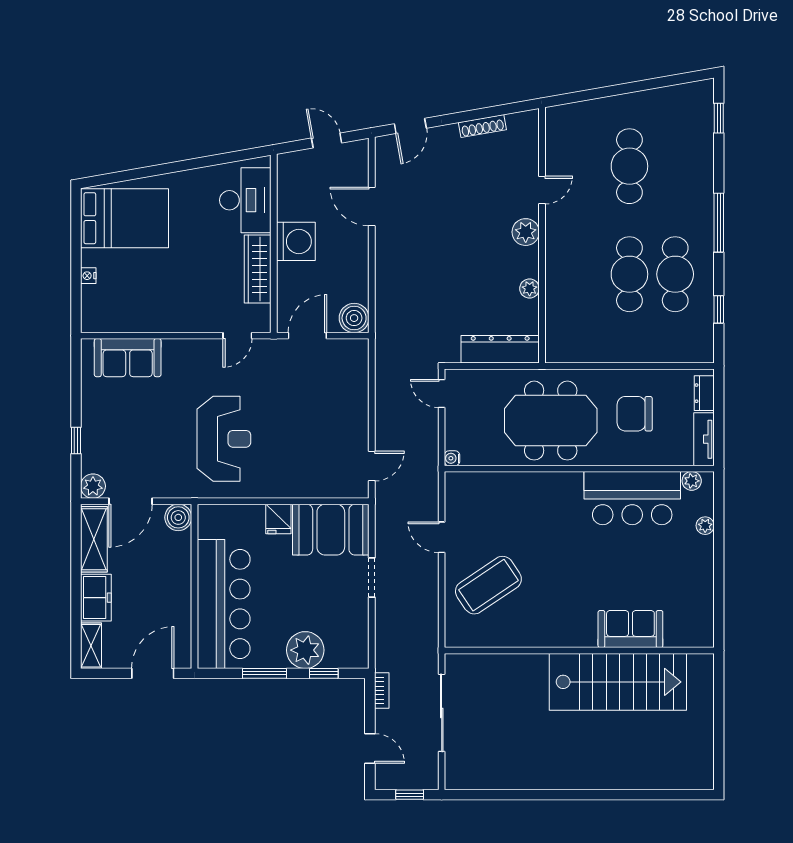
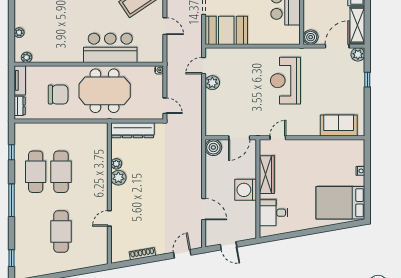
desk: (245, 200) -> (274, 213), width x0.73
plant: (526, 232) -> (118, 178), moved
plant: (356, 435) -> (212, 83), added
bar counter: (632, 498) -> (110, 48), moved
fridge: (278, 519) -> (255, 36), removed

